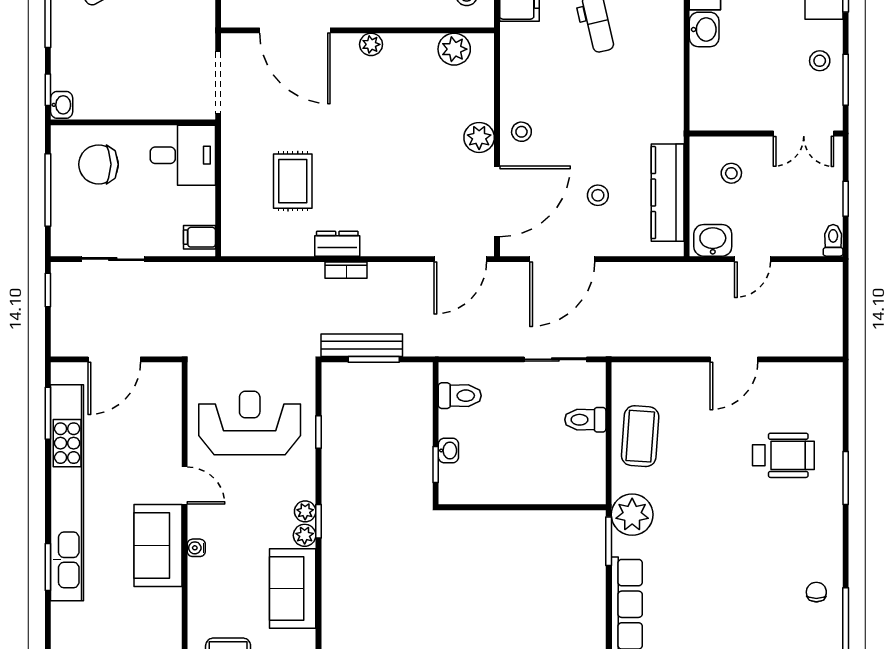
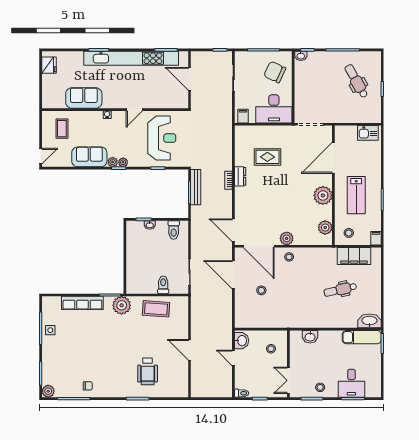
washbasin: (704, 29) -> (310, 337), moved
plant: (371, 44) -> (323, 195), width x1.88, depth x1.88
desk: (183, 155) -> (274, 109), width x1.37
chair: (99, 164) -> (275, 72), turned -65
kitchen counter: (668, 193) -> (262, 321), removed
sofa: (158, 545) -> (84, 98), moved

